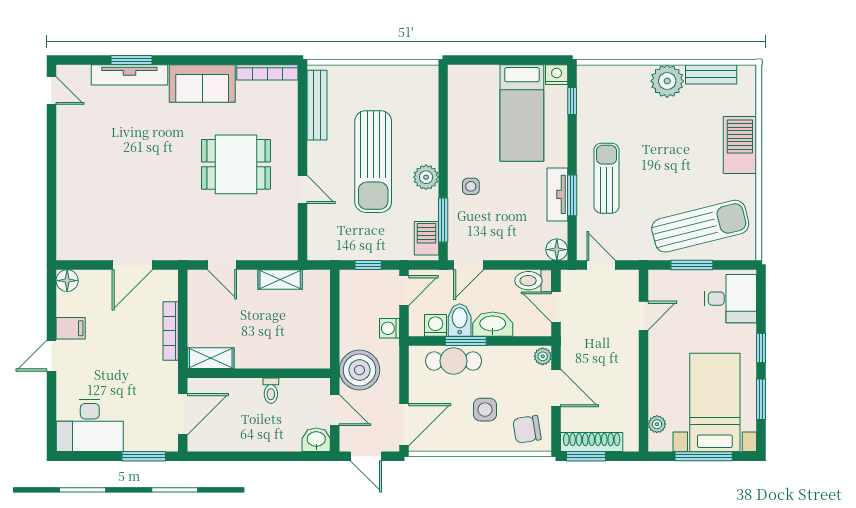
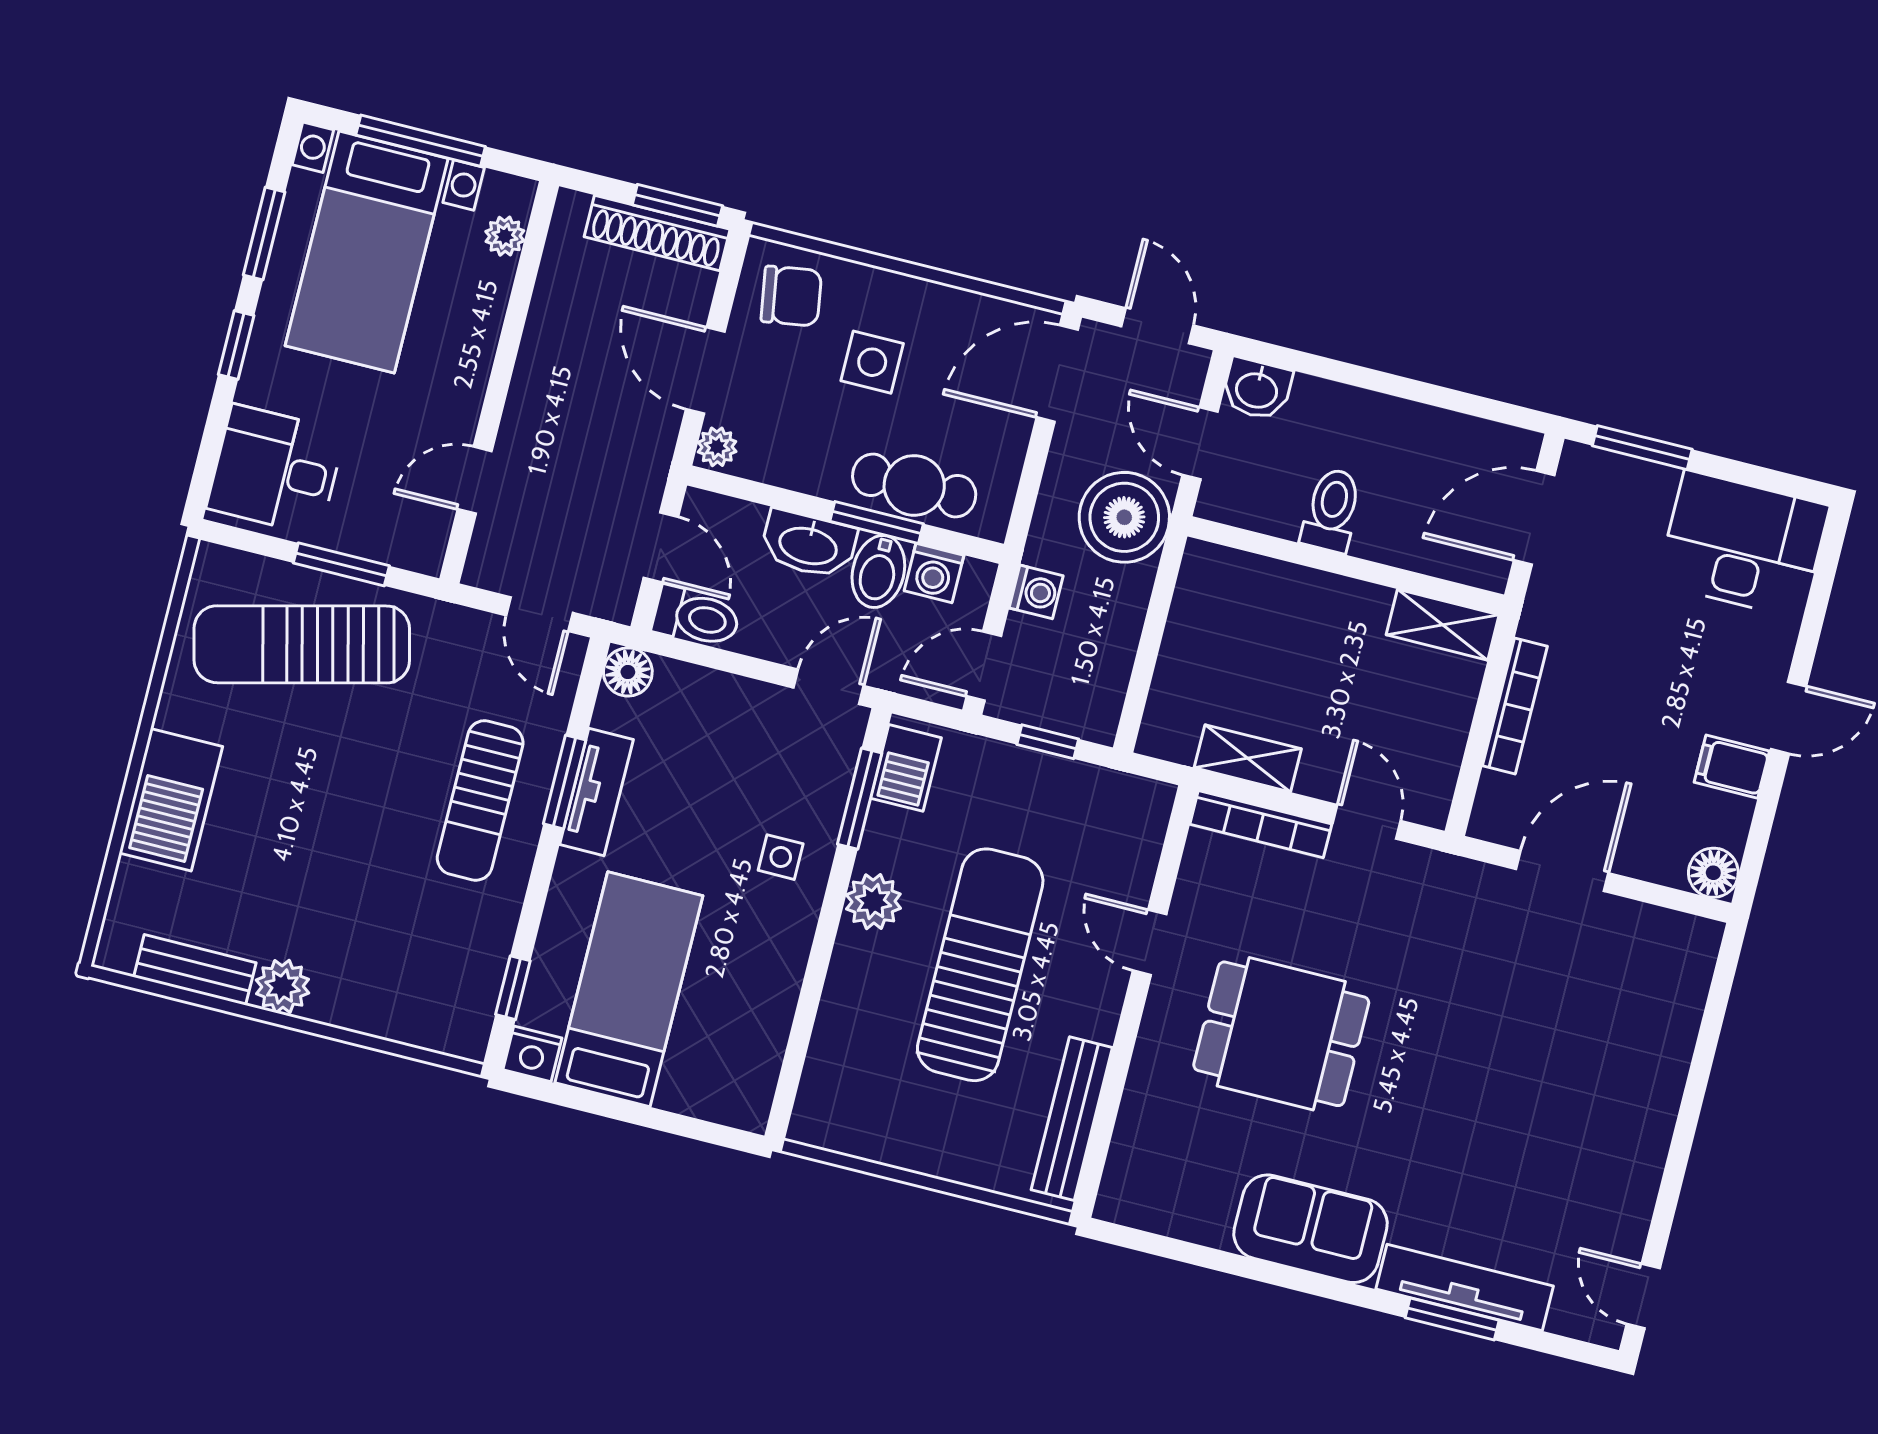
bookcase: (267, 72) -> (1261, 824), moved, turned 180
plant: (667, 81) -> (282, 986), width x0.73, depth x0.73
toilet: (271, 391) -> (1332, 510), width x1.37, depth x1.39

